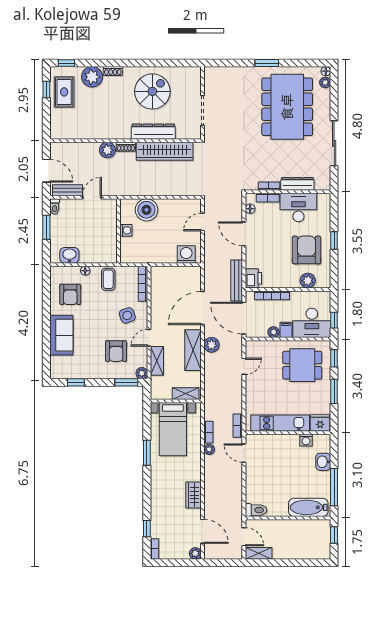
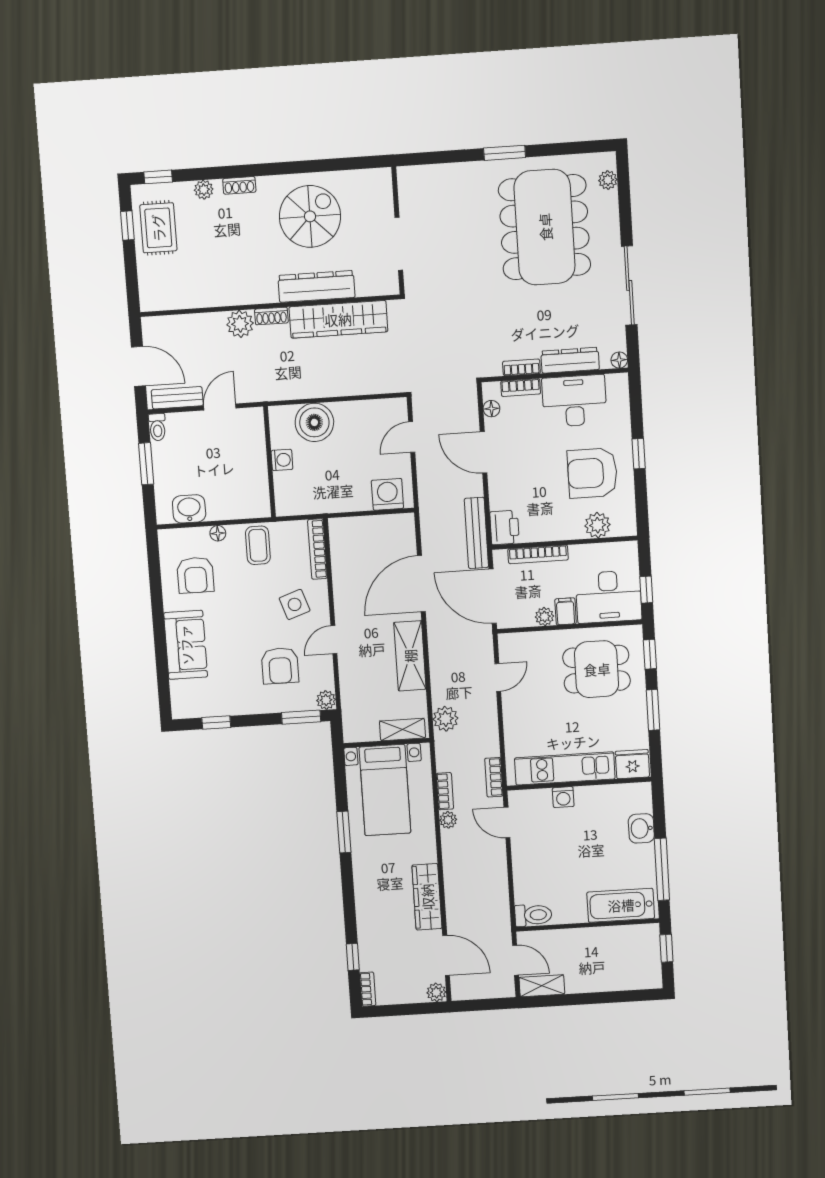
floor lamp: (326, 71) -> (619, 360), moved
plant: (92, 77) -> (204, 190), width x0.53, depth x0.53
armchair: (306, 250) -> (592, 473), turned -90
plant: (212, 345) -> (445, 719), moved
shelving: (157, 361) -> (350, 678), removed
washing machine: (306, 440) -> (563, 797), moved
wardrobe: (194, 495) -> (427, 897), width x1.50

